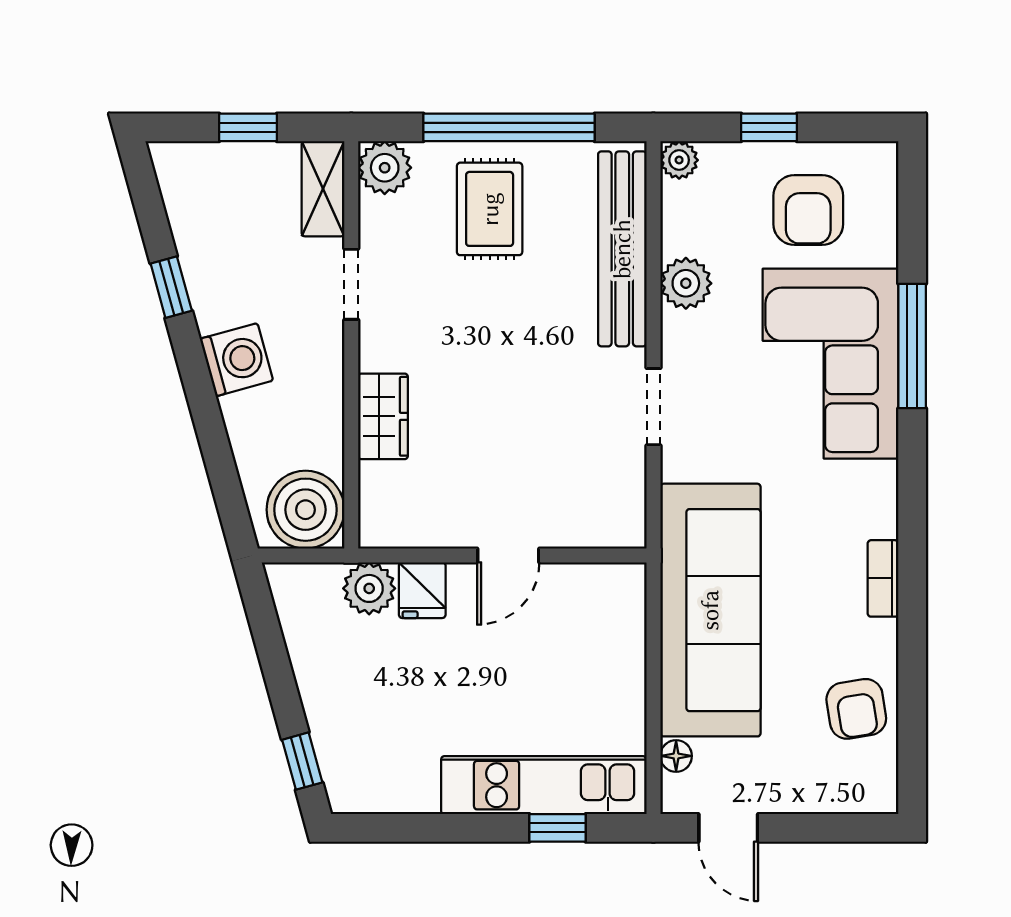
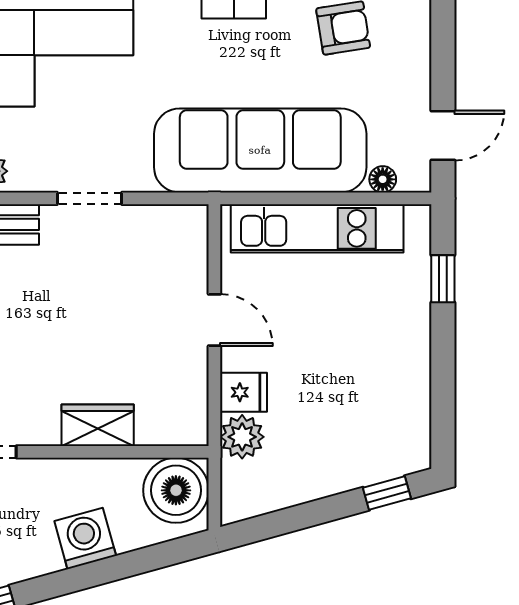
washing machine: (237, 360) -> (85, 538), moved
kitchen unit: (544, 785) -> (317, 228), moved, turned -90

